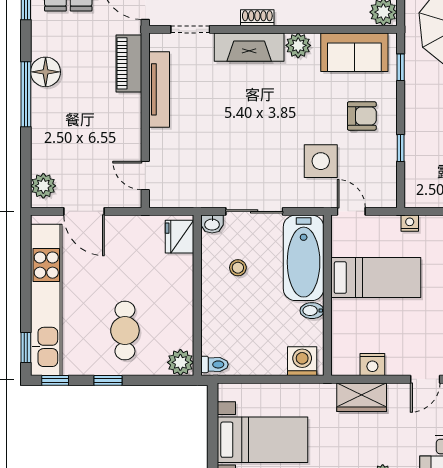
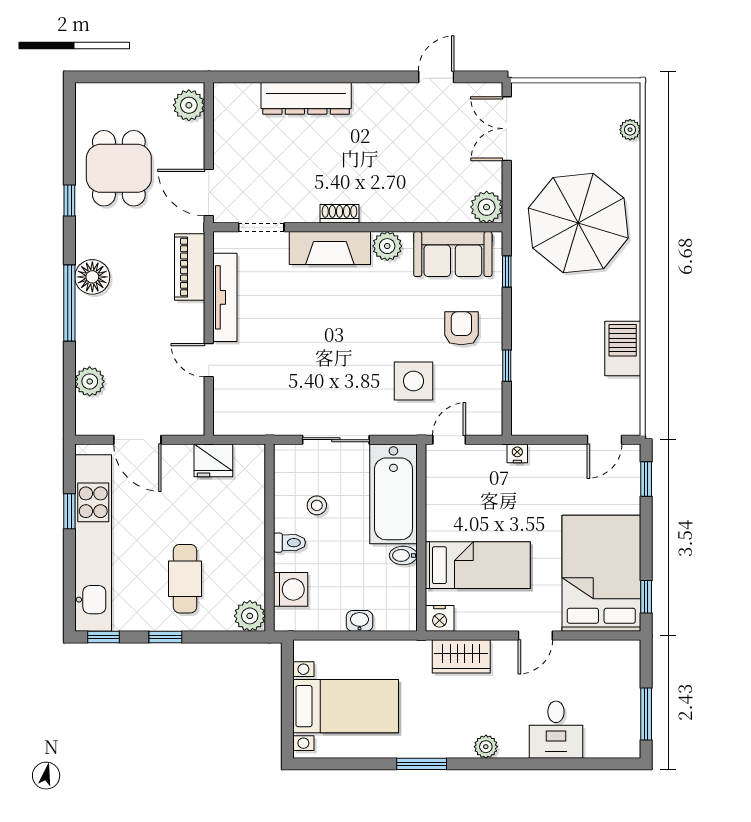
armchair: (362, 116) -> (461, 328), turned -90
door: (145, 175) -> (209, 360), moved
plant: (43, 186) -> (90, 381), moved
door: (351, 211) -> (449, 440), hinge flipped
washbasin: (212, 224) -> (360, 621), moved, turned 180
fridge: (180, 237) -> (213, 460), moved, turned -90
bed: (376, 278) -> (478, 565), moved
window: (26, 347) -> (69, 511), moved
washing machine: (302, 361) -> (291, 589), moved, turned 90
toilet: (214, 364) -> (289, 543), moved
nightstand: (372, 365) -> (440, 618), moved

